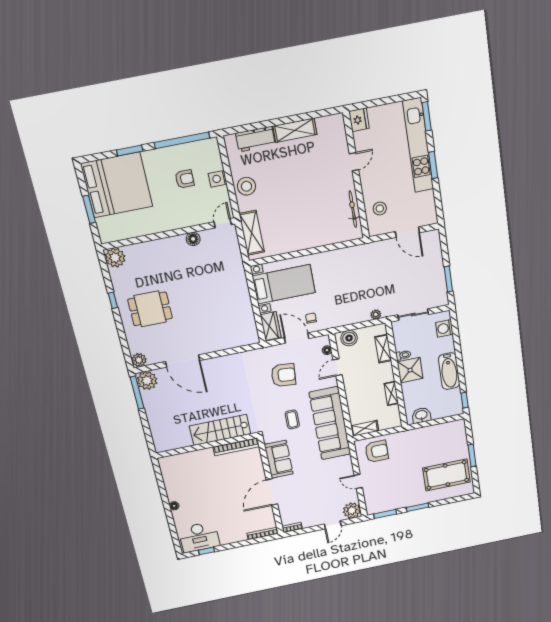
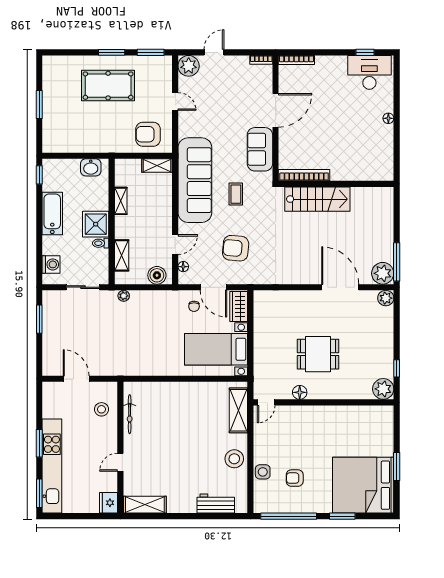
shelving: (295, 130) -> (145, 505), moved
door: (223, 223) -> (266, 402), moved
wall: (168, 234) -> (324, 402), moved
floor lamp: (193, 239) -> (300, 392), moved
plant: (115, 258) -> (383, 389), moved
dining table: (150, 309) -> (318, 354), moved
pool table: (446, 475) -> (108, 86), moved

